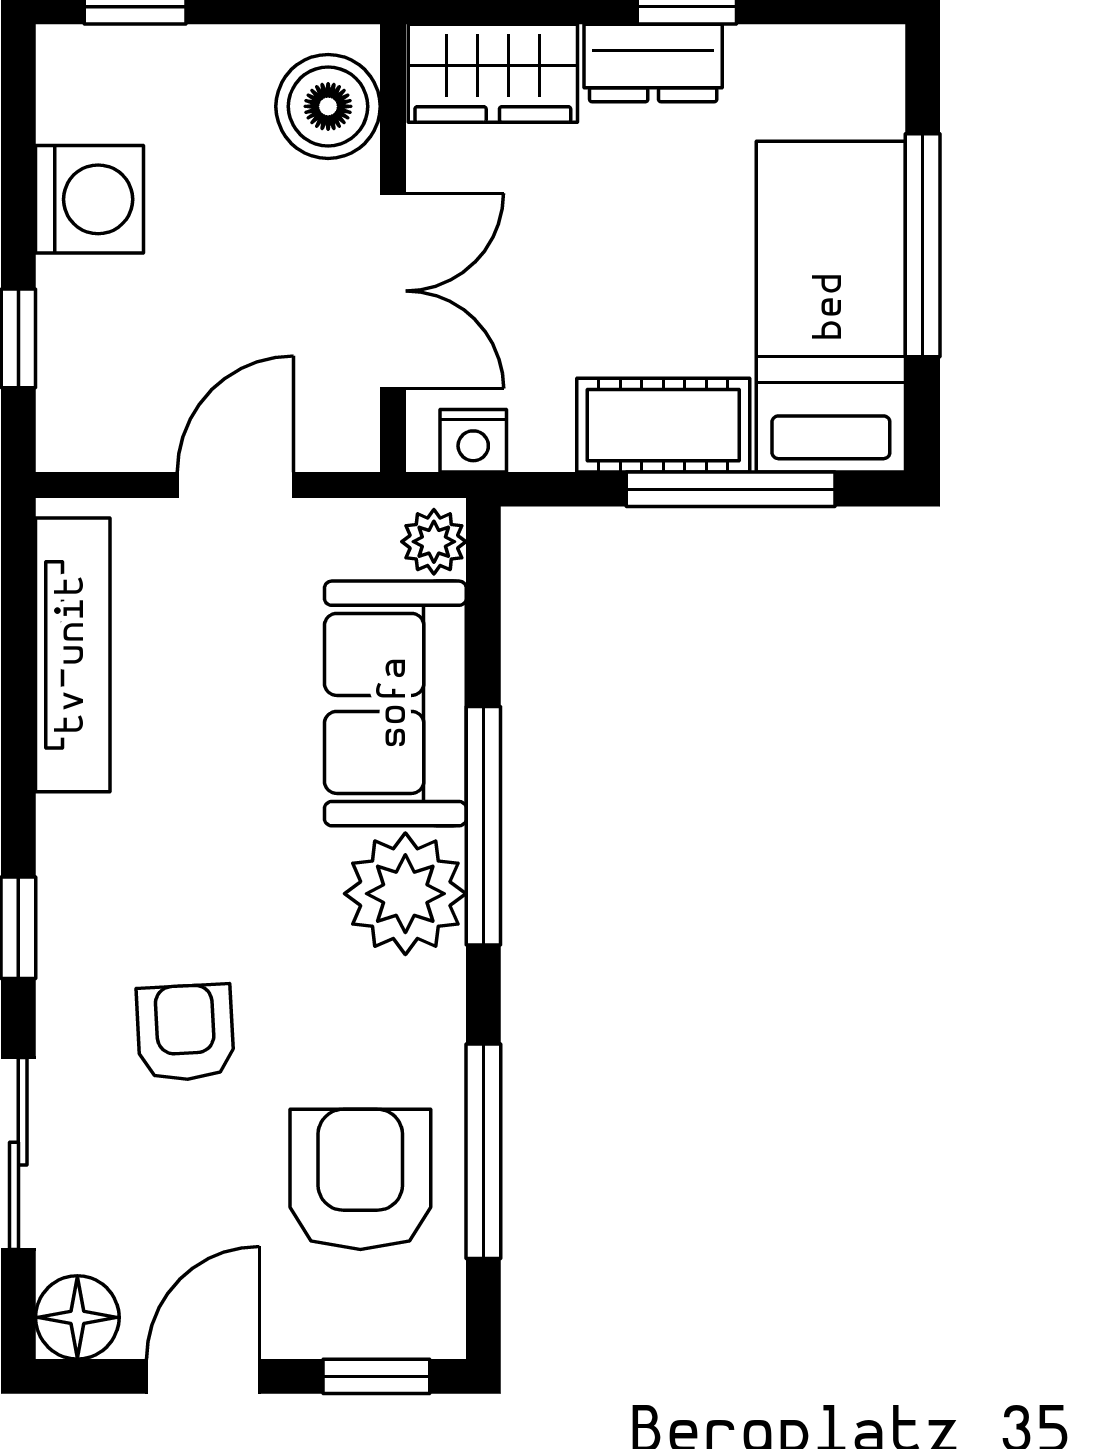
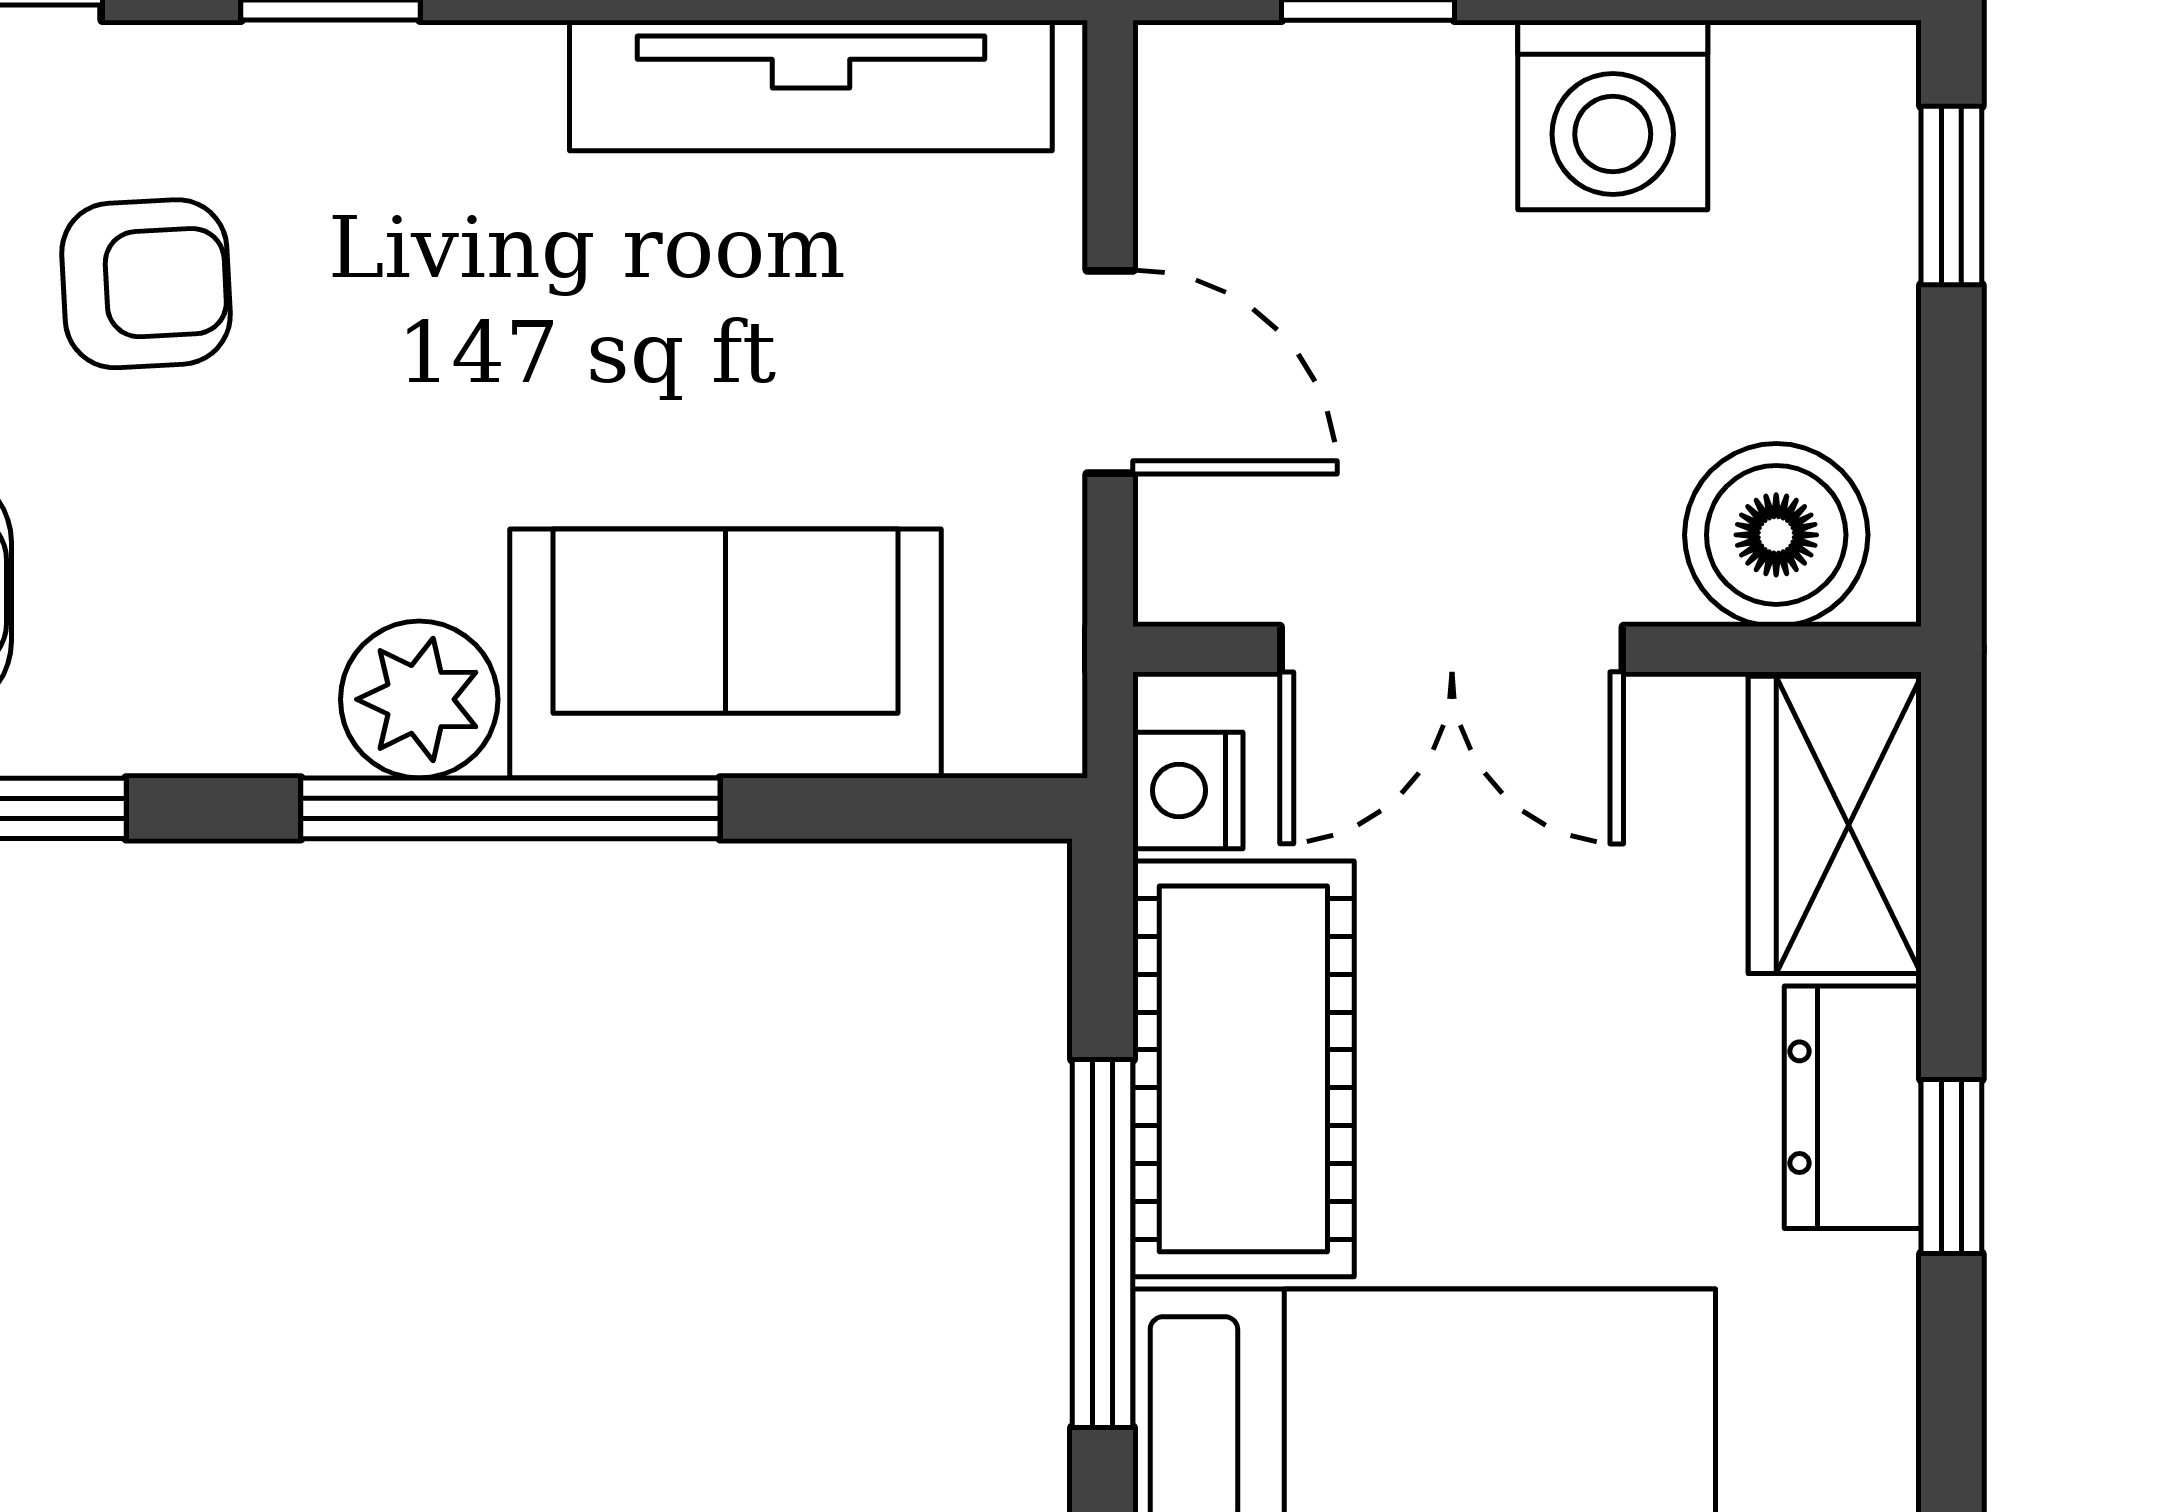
cot: (663, 425) -> (1243, 1069), width x1.37, depth x1.34
plant: (434, 542) -> (1010, 721), removed
plant: (405, 894) -> (419, 699), width x0.73, depth x0.73

